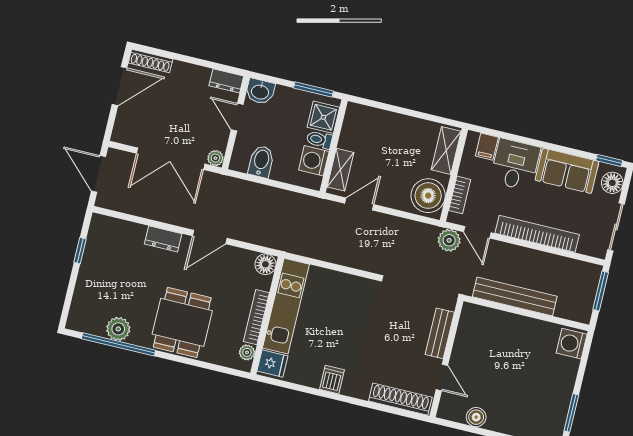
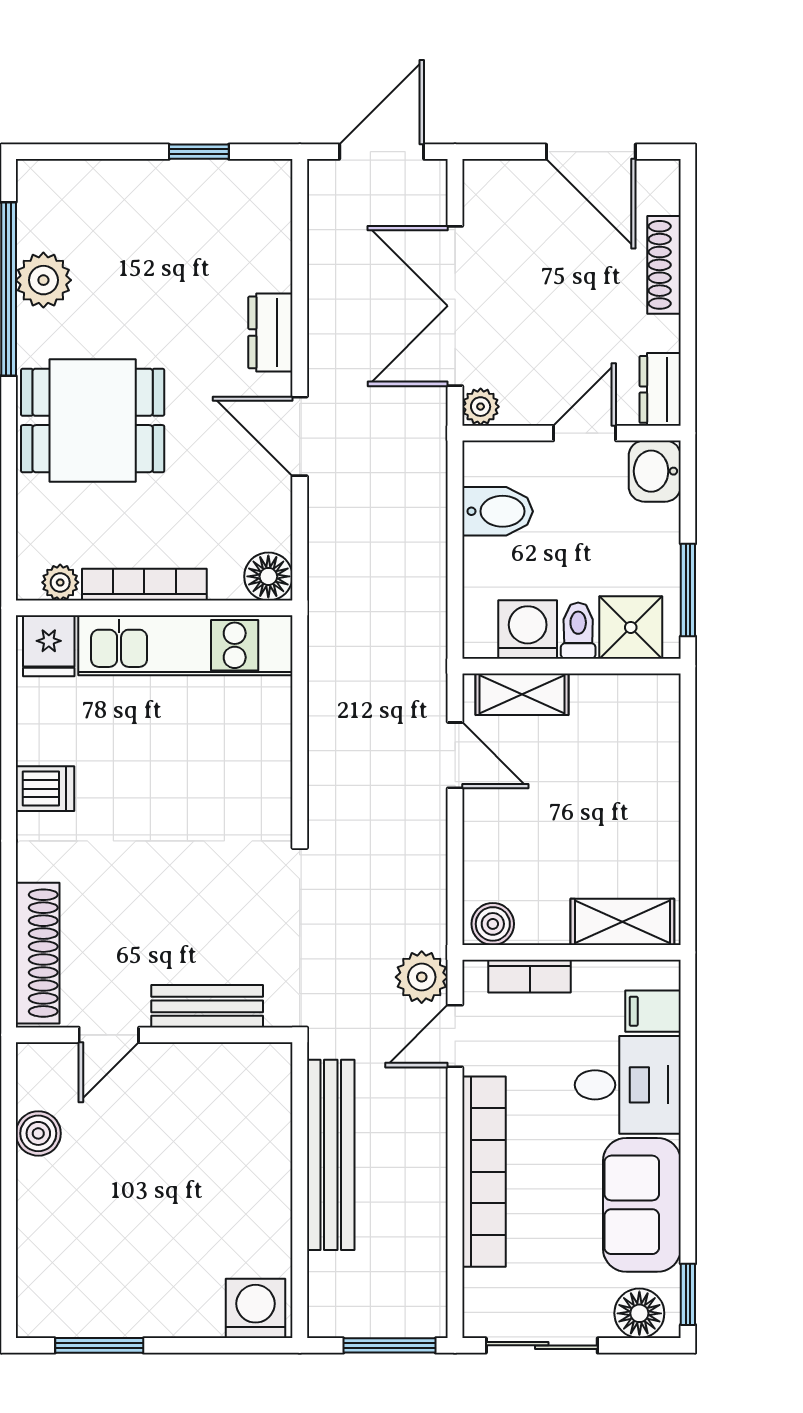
shoe rack: (151, 61) -> (664, 265), moved
boiler: (428, 196) -> (493, 924), width x0.54, depth x0.54

